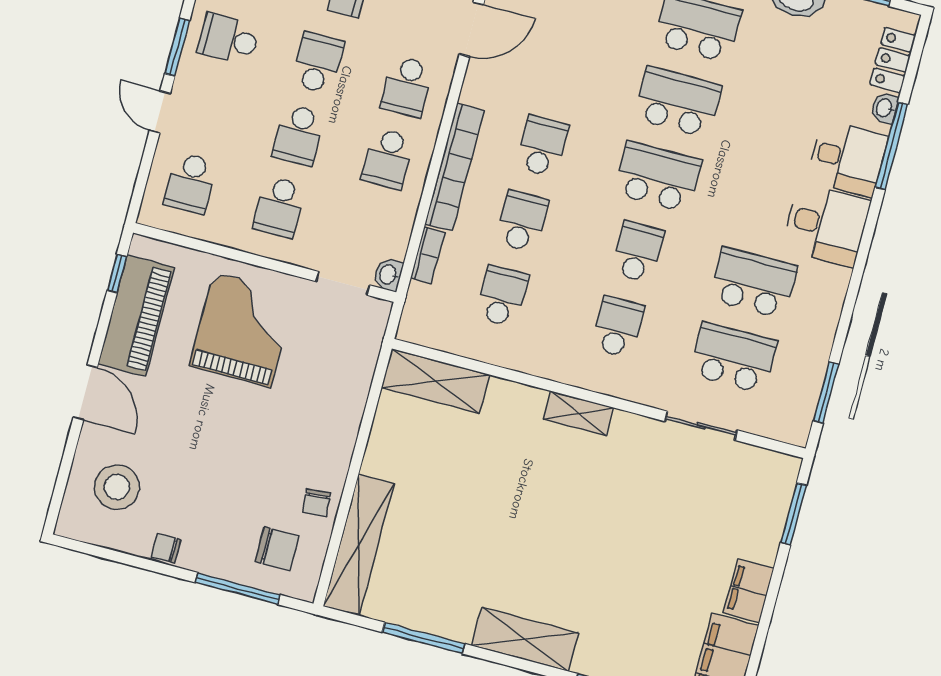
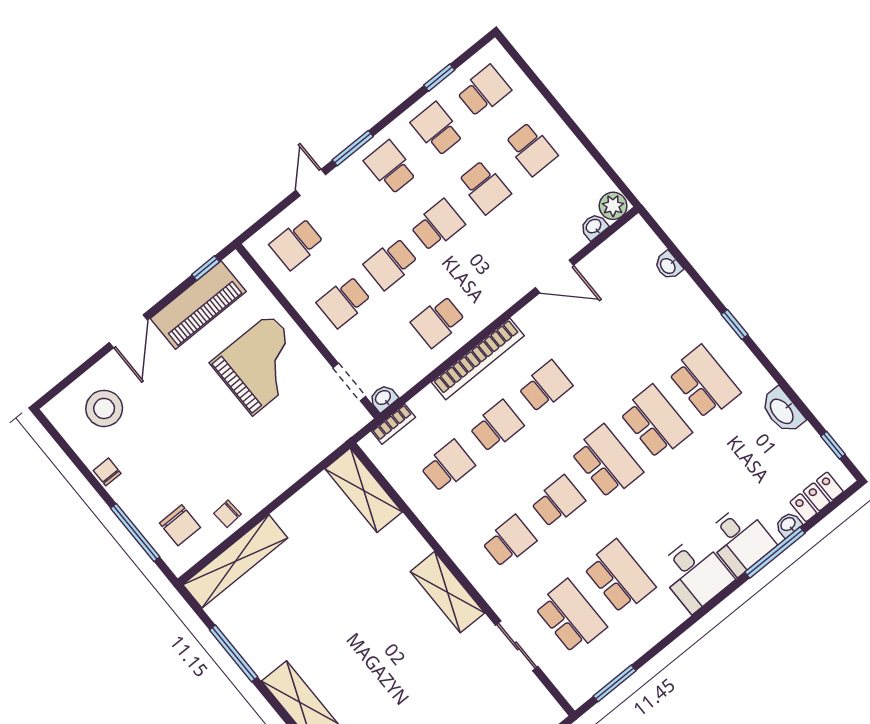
school desk: (407, 87) -> (485, 283), removed
bookcase: (427, 255) -> (393, 424), moved
shelving: (578, 413) -> (447, 592), width x1.50, depth x1.33

